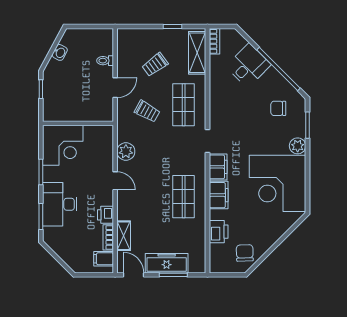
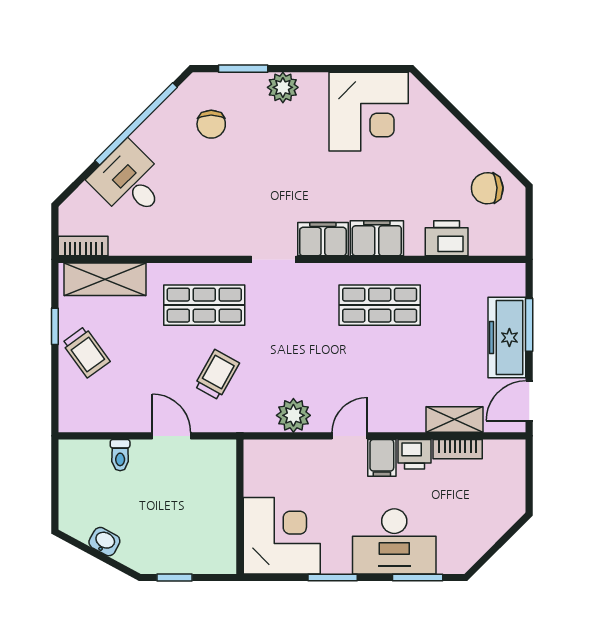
trolley: (155, 65) -> (86, 352), moved
corner desk: (277, 183) -> (369, 112), width x0.74, depth x0.74
filing cabinet: (104, 259) -> (382, 458), moved

